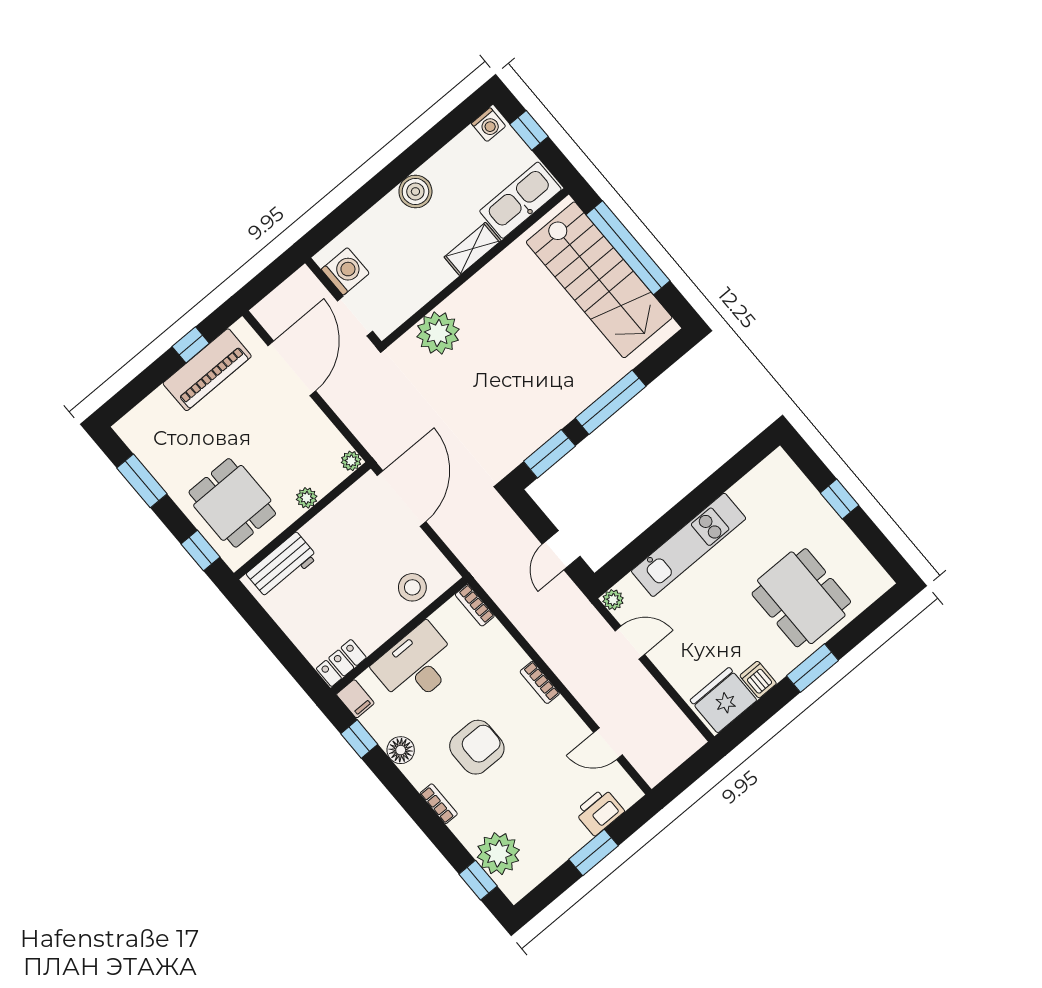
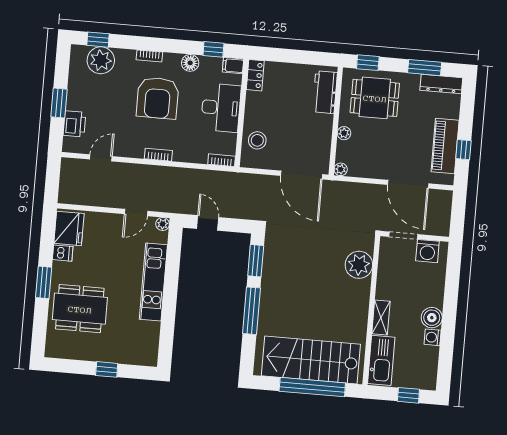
washing machine: (489, 125) -> (433, 337), moved
dresser: (142, 444) -> (441, 84), added
armchair: (477, 747) -> (158, 98), width x1.36, depth x1.36

